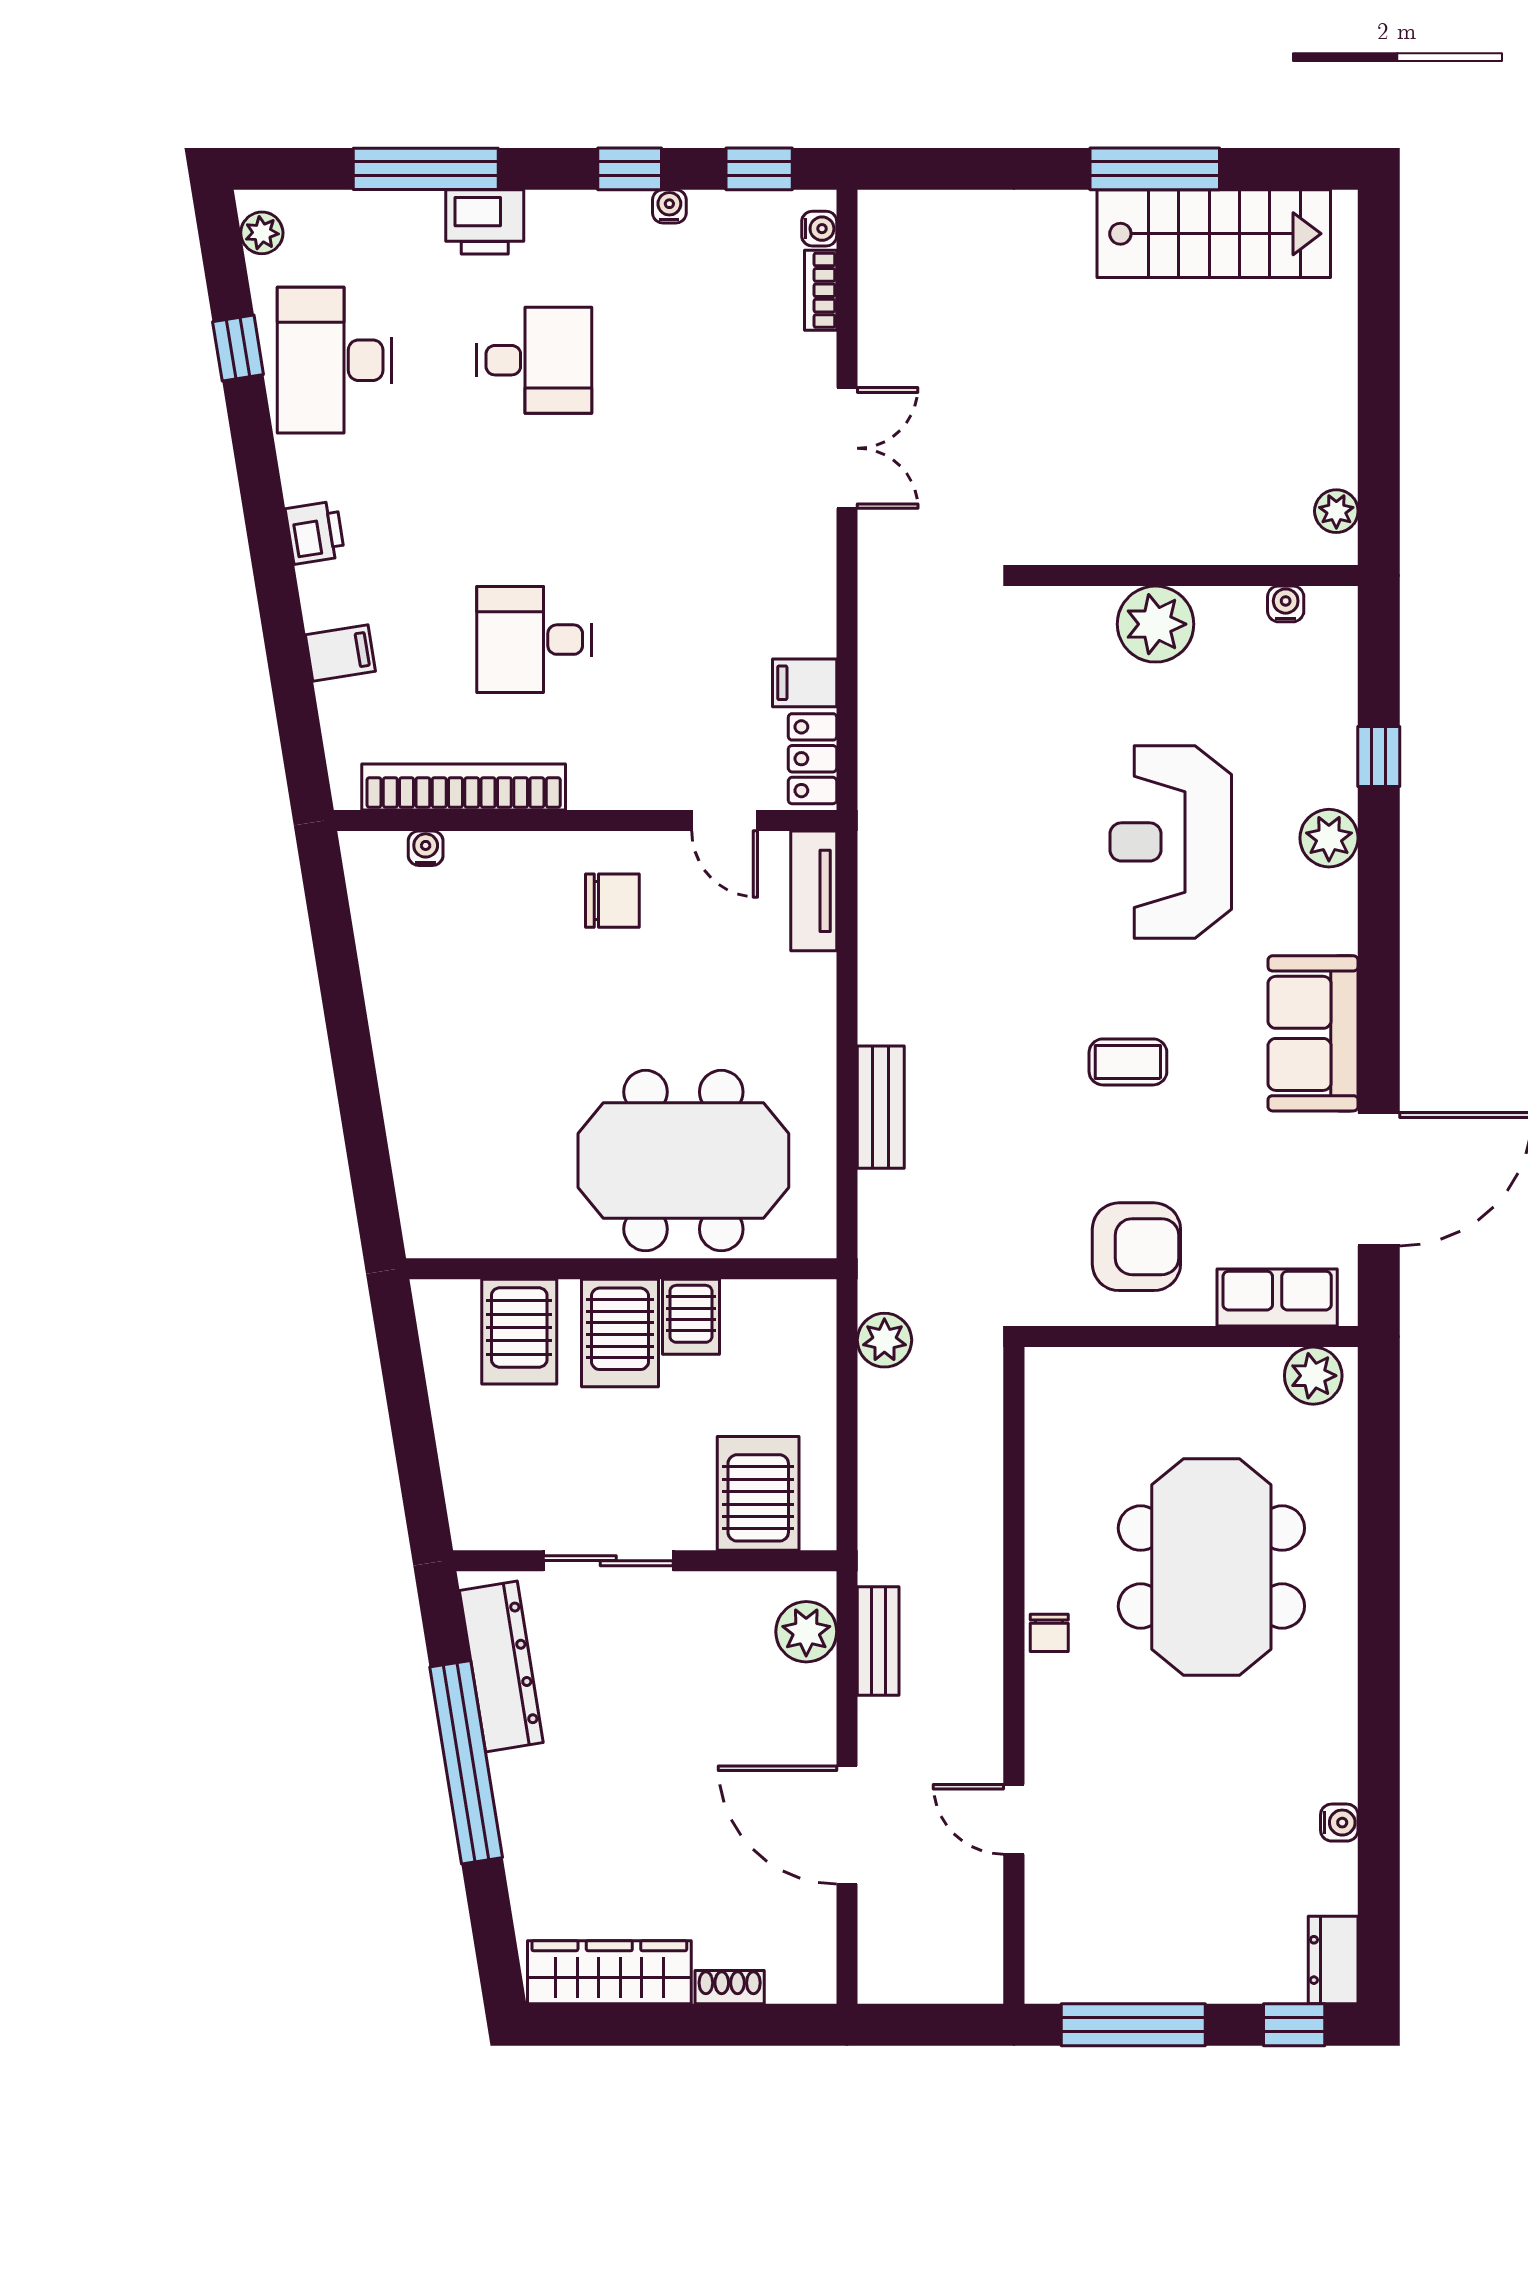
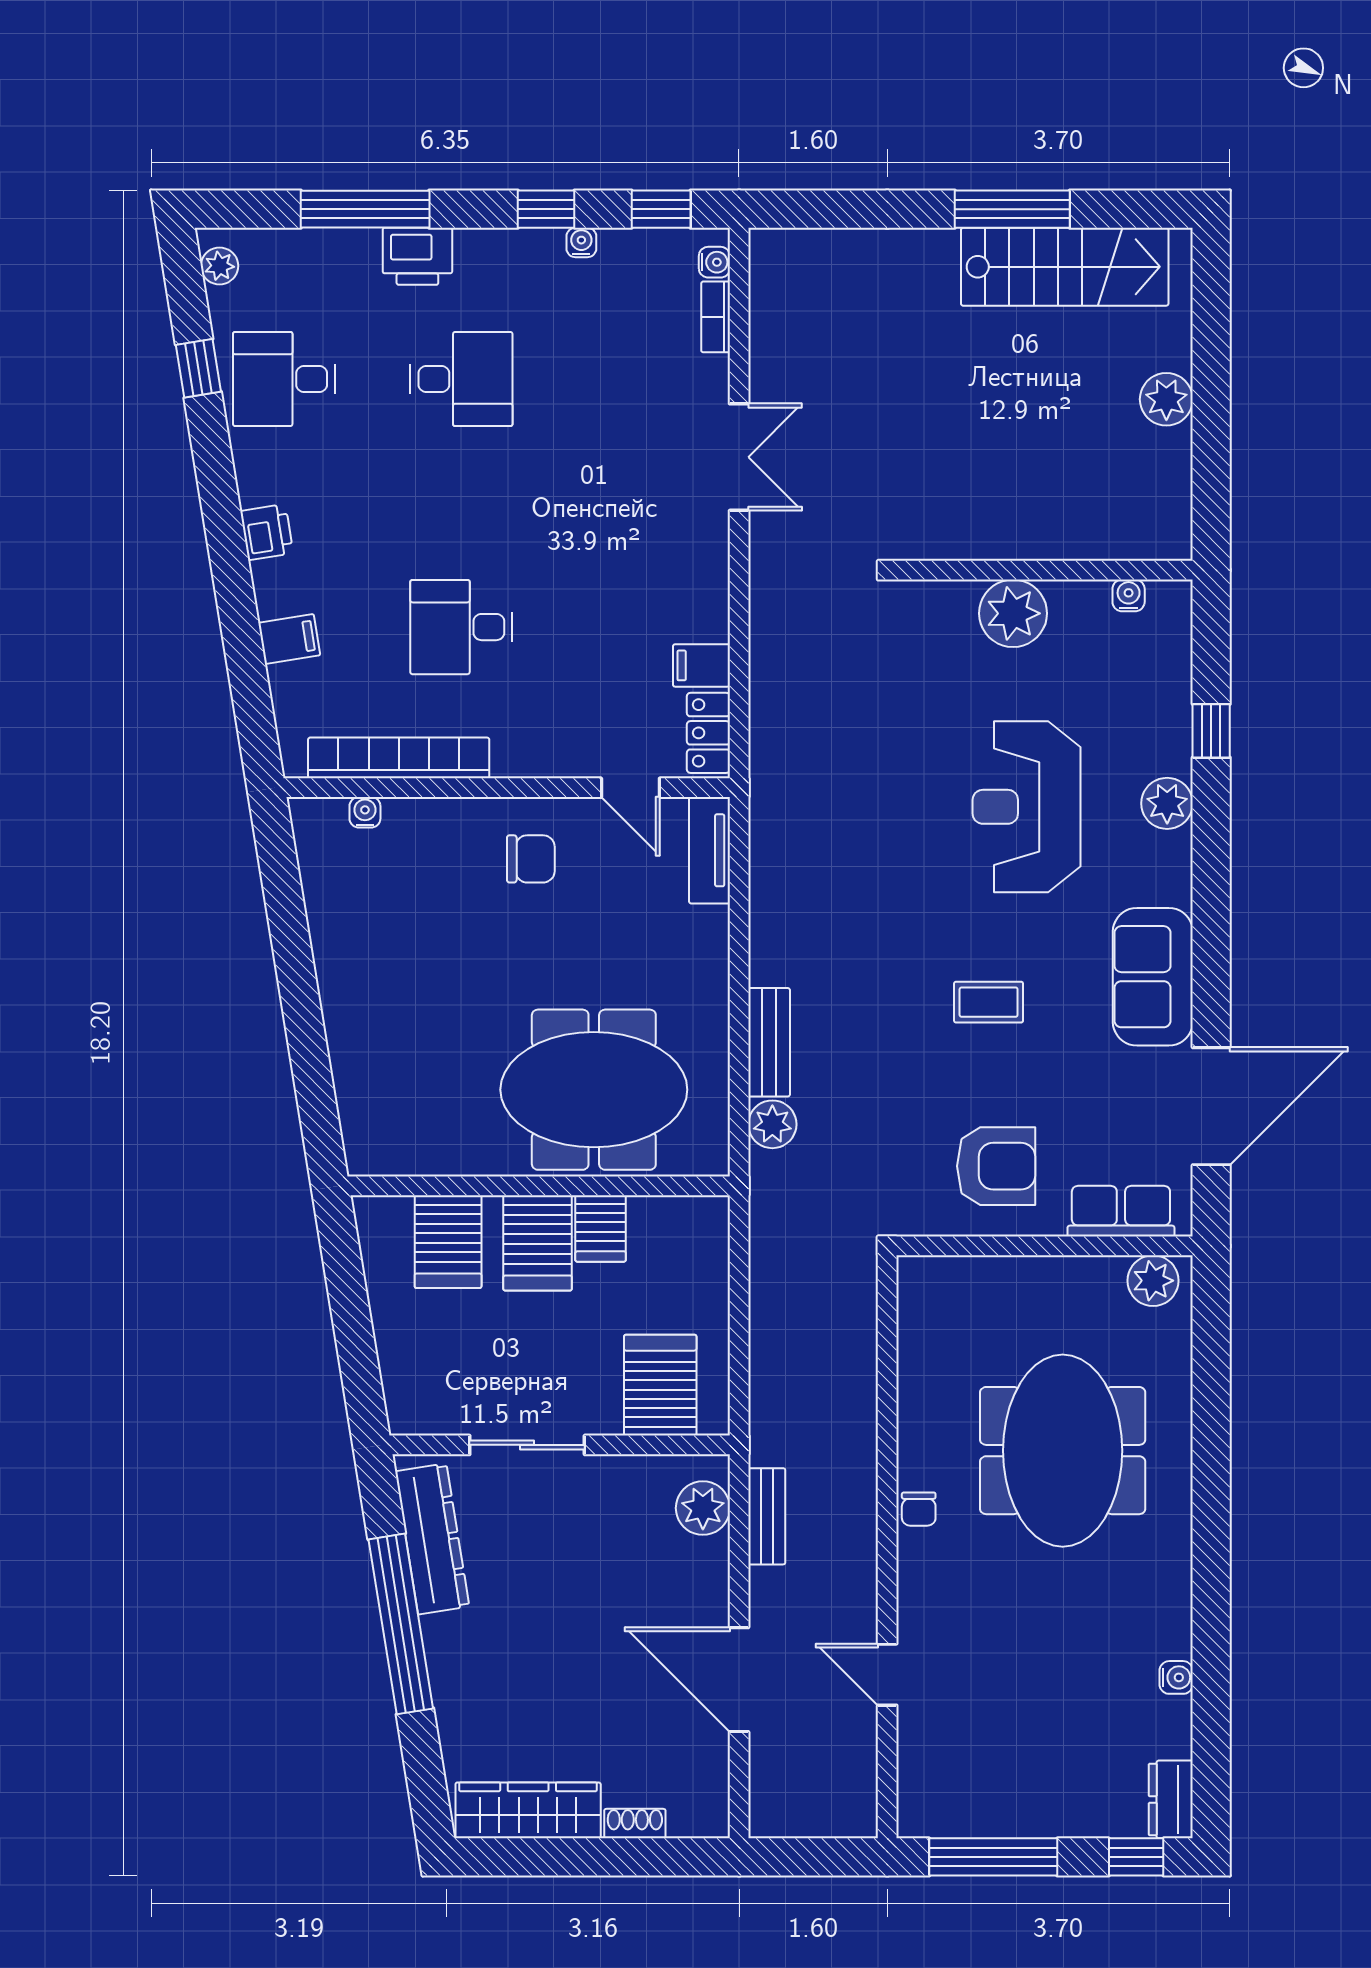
desk: (335, 360) -> (284, 379), width x0.73
plant: (1336, 511) -> (1166, 399), moved, width x1.38, depth x1.38
plant: (884, 1340) -> (772, 1124), moved

